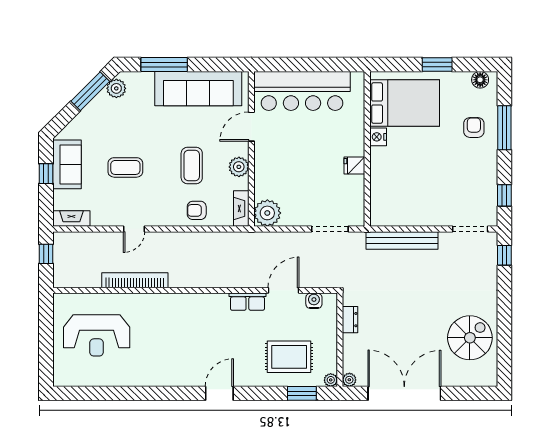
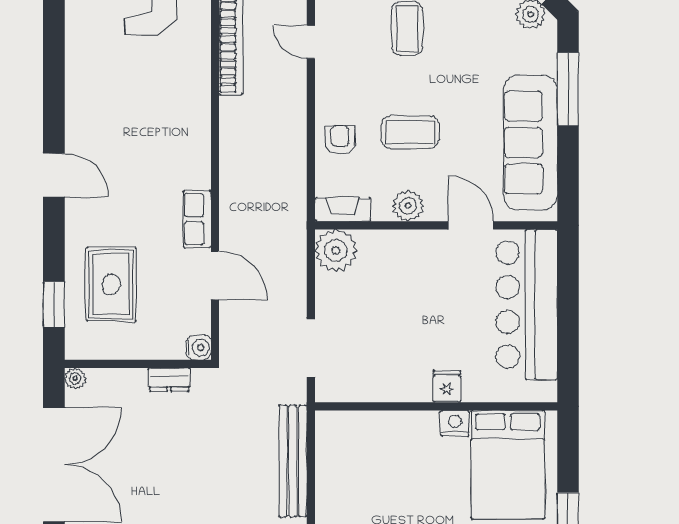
fridge: (354, 166) -> (447, 386), moved
water cooler: (314, 301) -> (199, 347), moved
plant: (331, 380) -> (75, 349), removed

